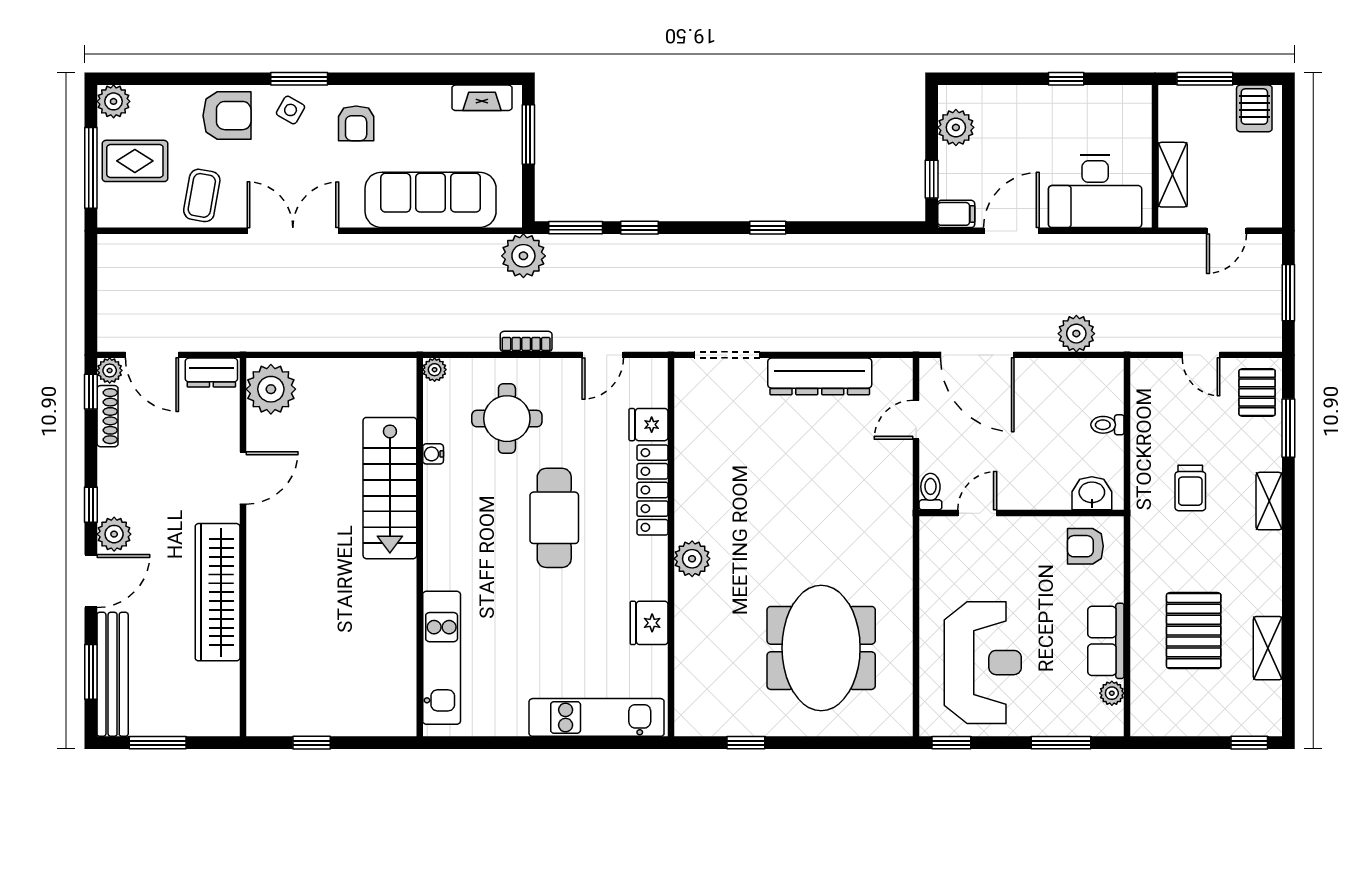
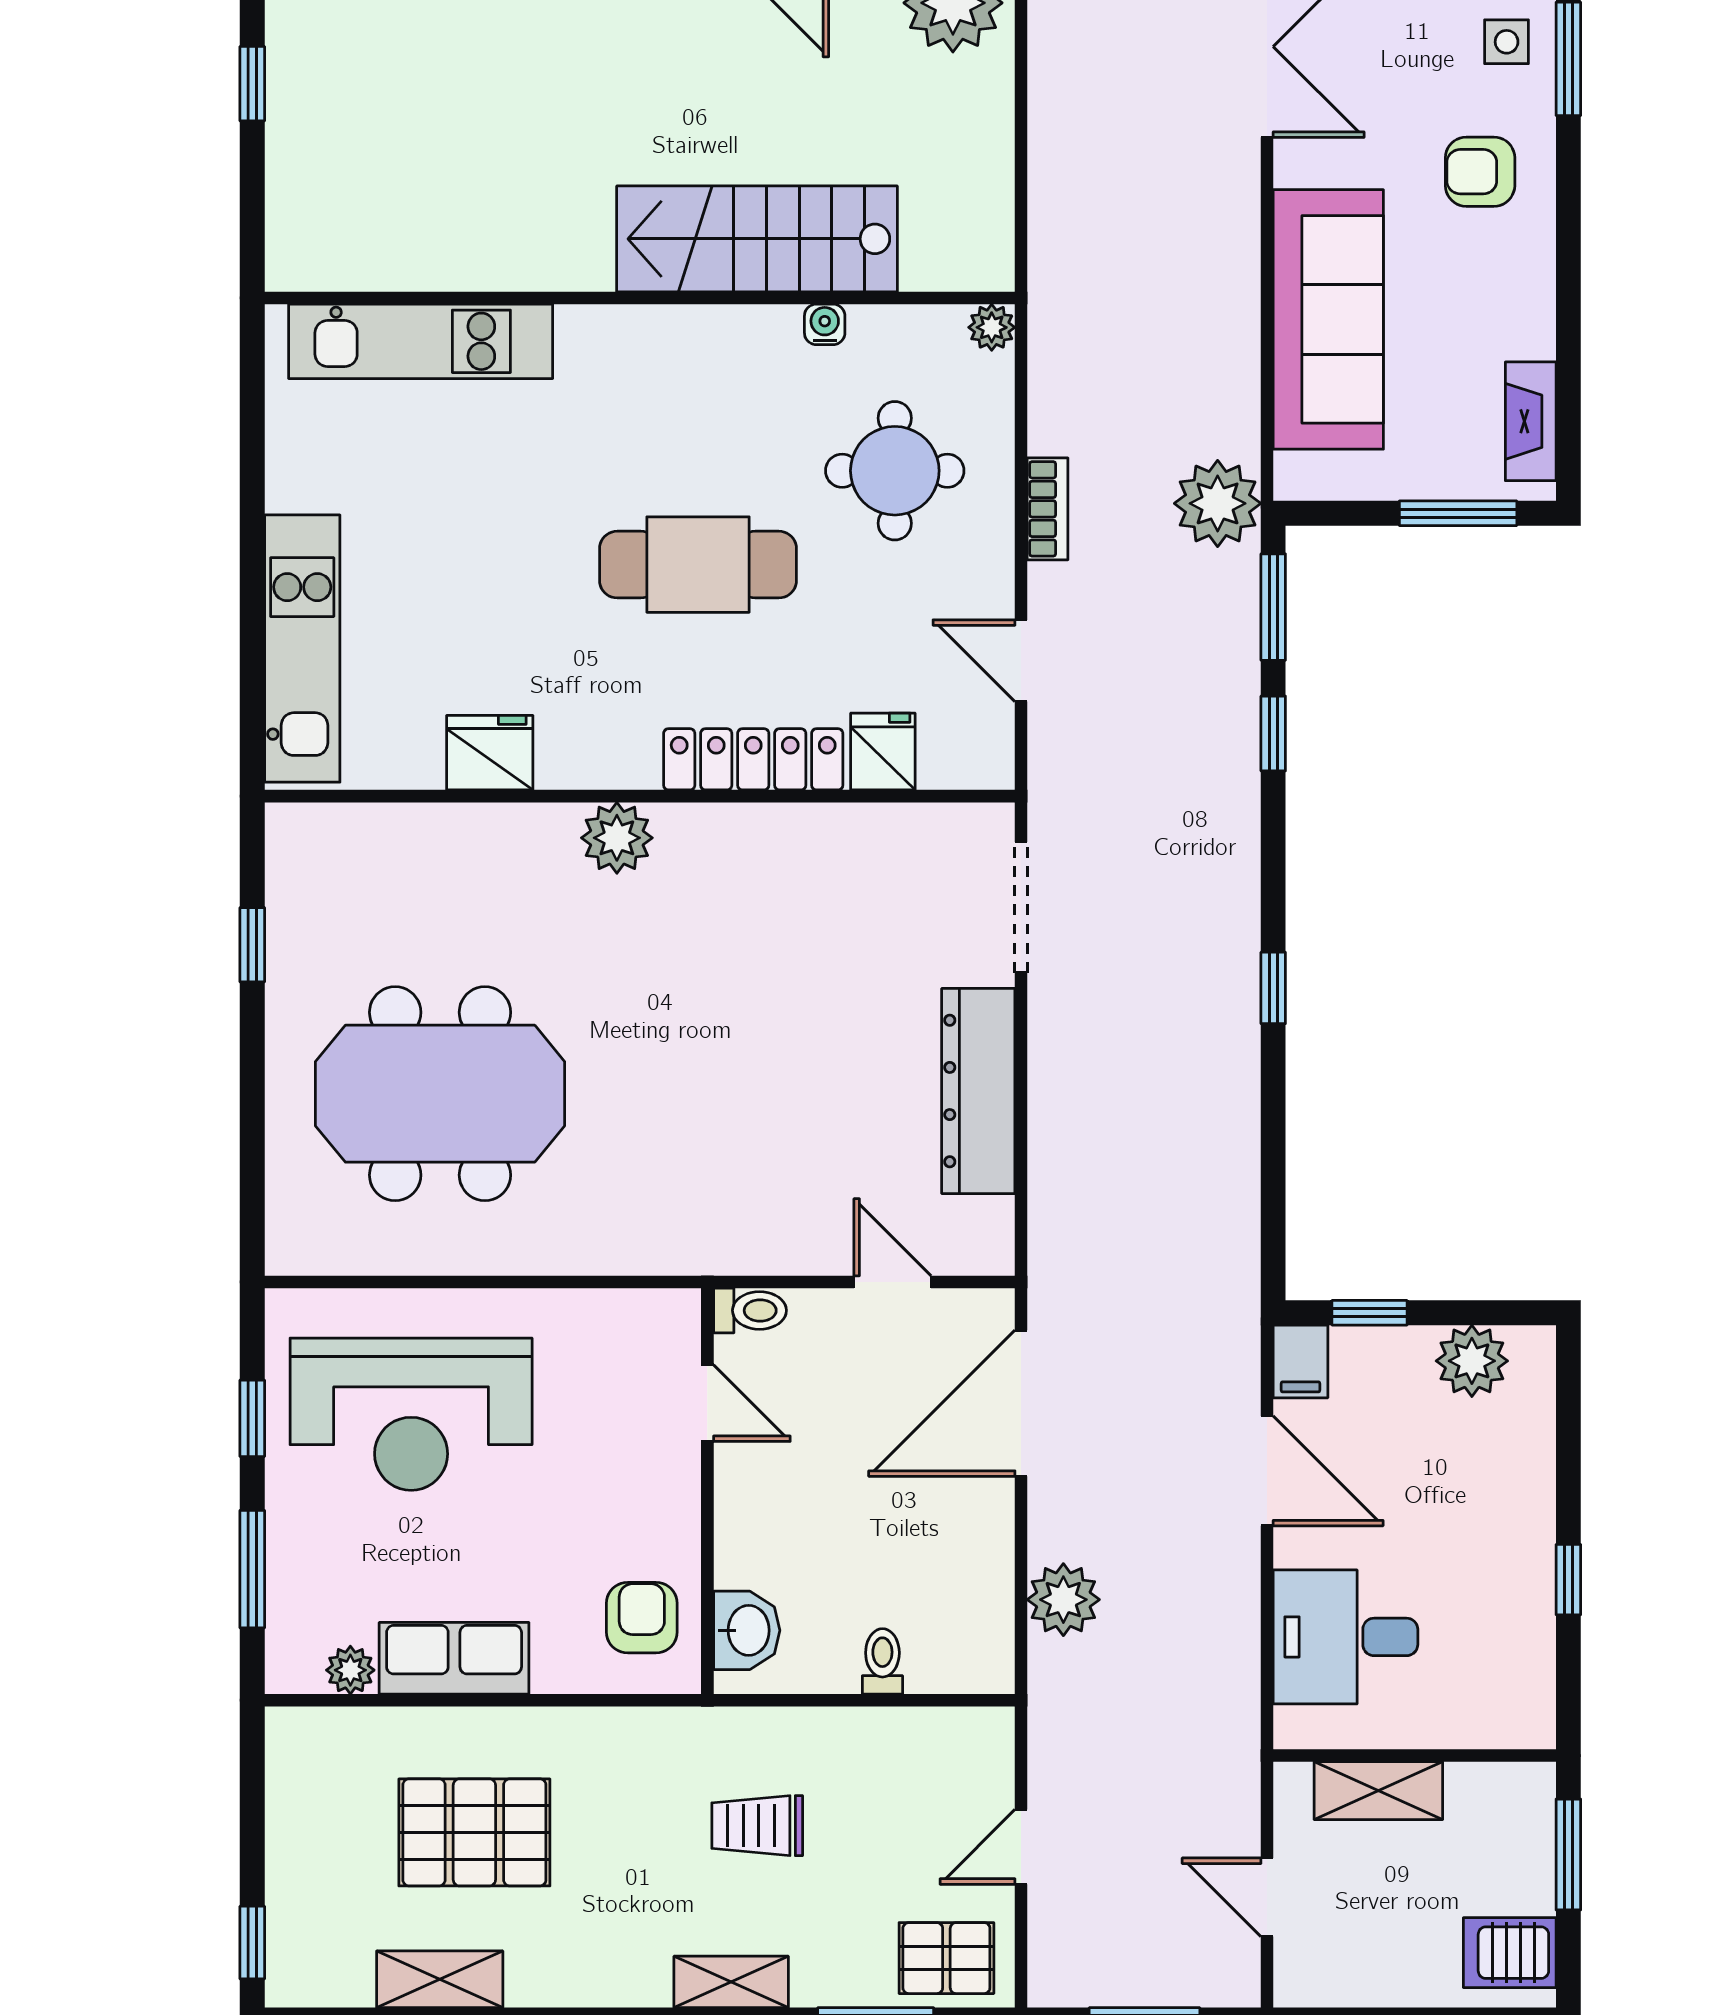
side table: (291, 110) -> (1507, 42), turned -30
desk: (1095, 191) -> (1345, 1637), width x0.73
window: (951, 743) -> (252, 1418), moved

